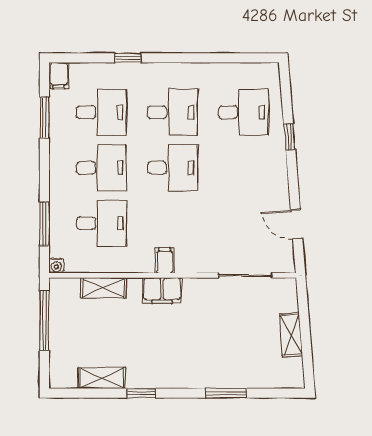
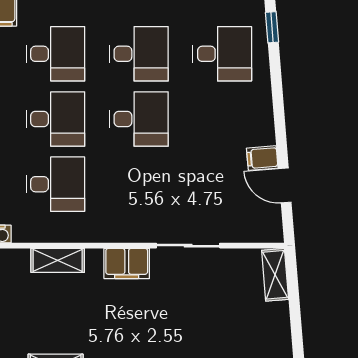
window: (290, 137) -> (272, 27), moved
filing cabinet: (165, 260) -> (262, 158), moved, turned -95
sliding door: (245, 275) -> (188, 246), moved
shelving: (291, 335) -> (275, 275), moved

